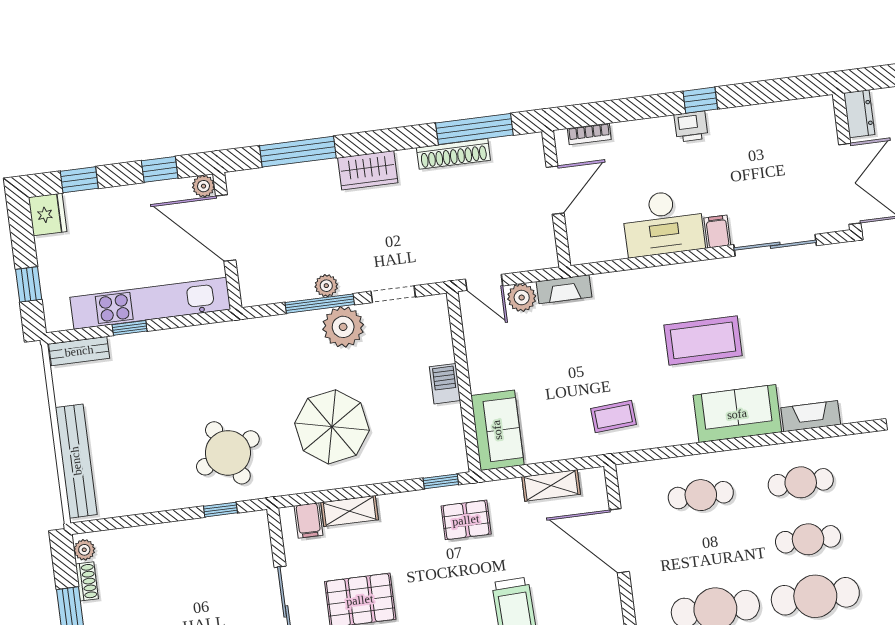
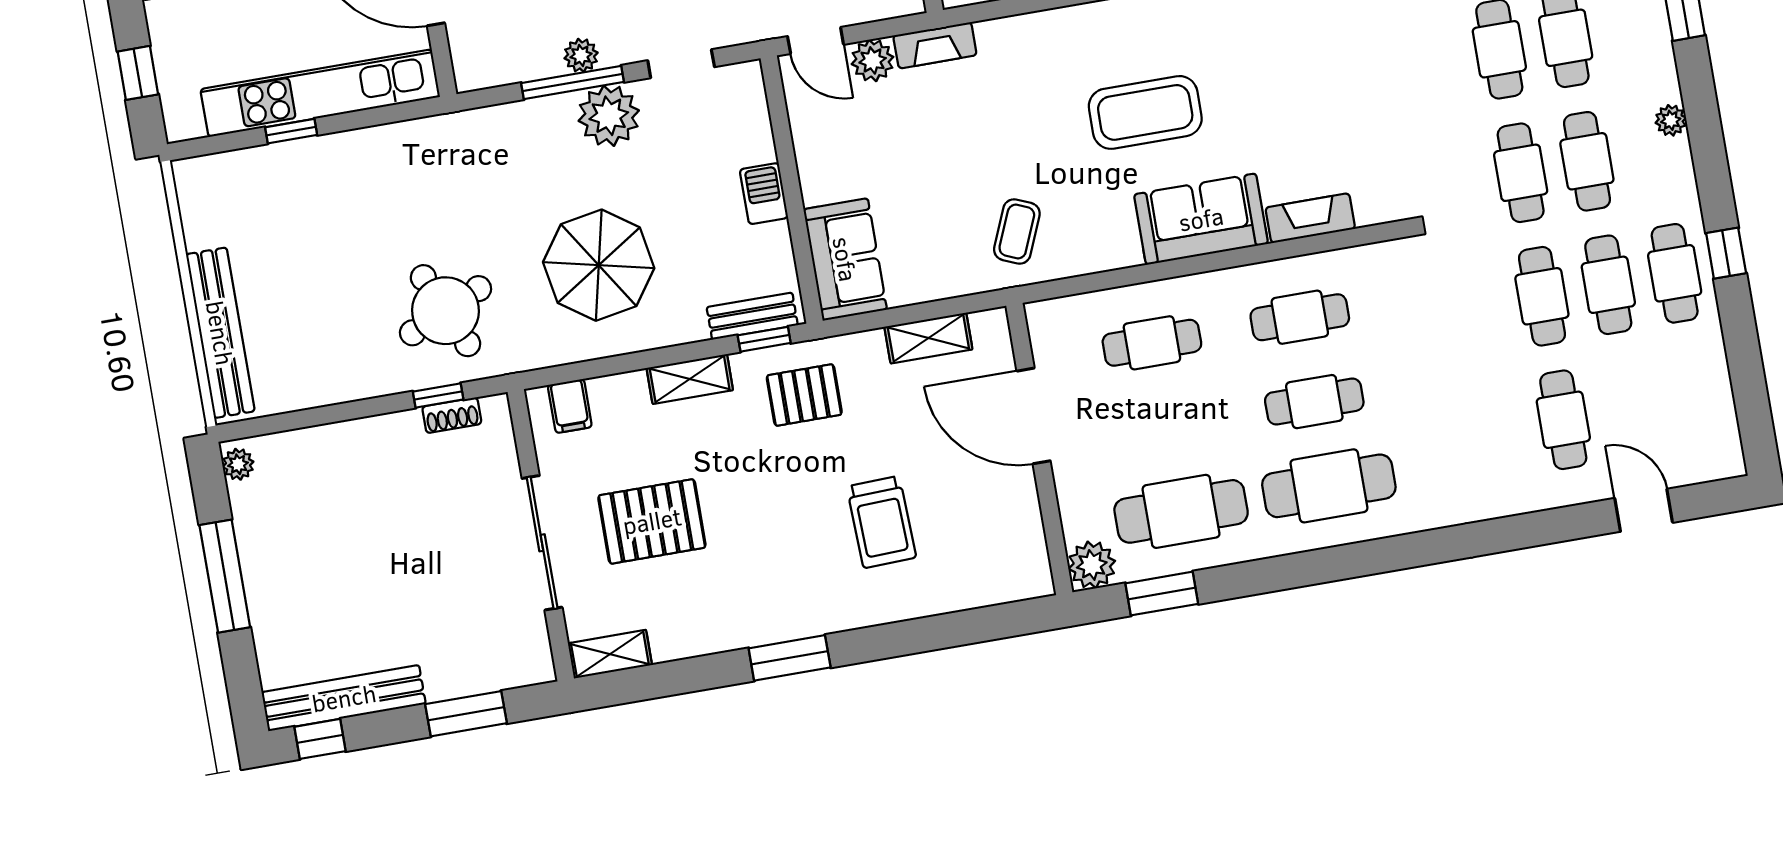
bench: (79, 351) -> (752, 316), moved
coffee table: (613, 417) -> (1017, 231), turned -63
shelving: (350, 511) -> (690, 379), moved
shoe rack: (87, 581) -> (452, 415), moved, turned 90

